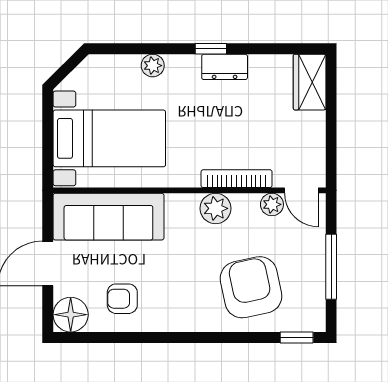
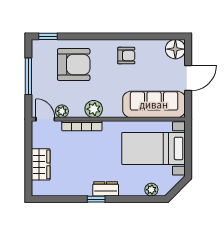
plant: (153, 66) -> (151, 190), moved
dresser: (225, 67) -> (106, 189), moved
wardrobe: (310, 82) -> (41, 164), moved
armchair: (251, 287) -> (74, 65), turned -78
armchair: (122, 299) -> (126, 56), moved

